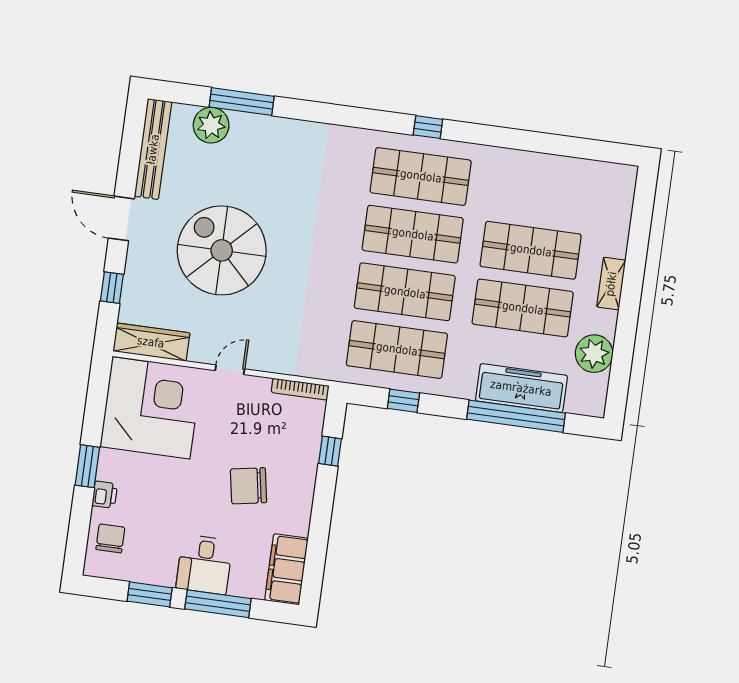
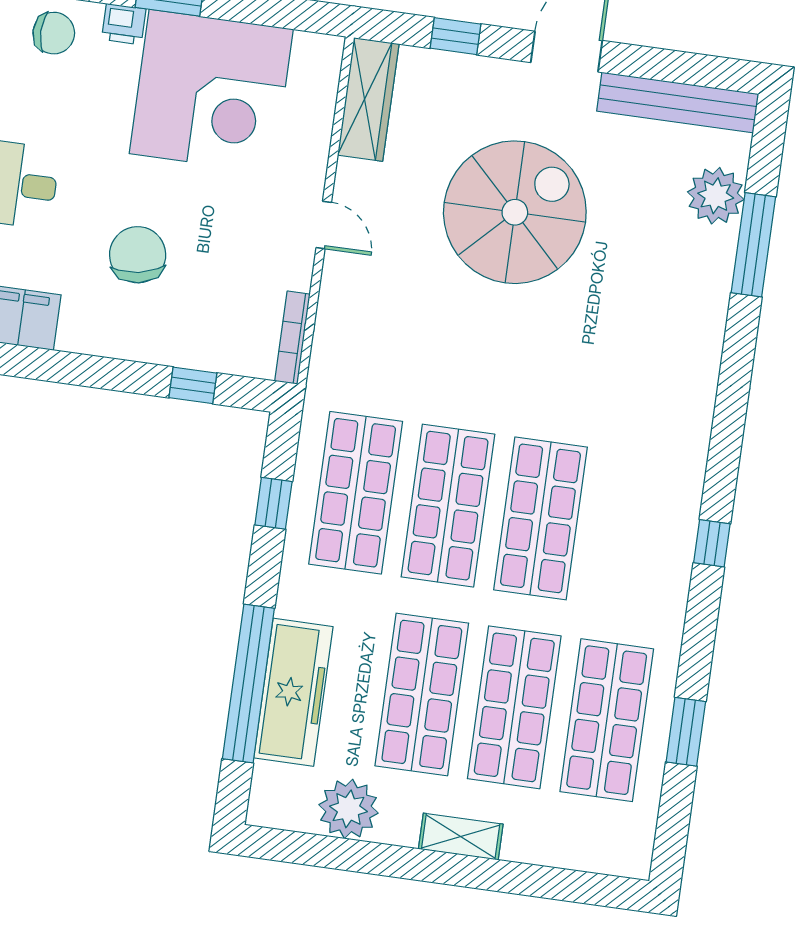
window: (546, 143) -> (686, 732), added
shop shelf: (421, 176) -> (607, 720), moved
corner desk: (151, 408) -> (211, 91), moved

